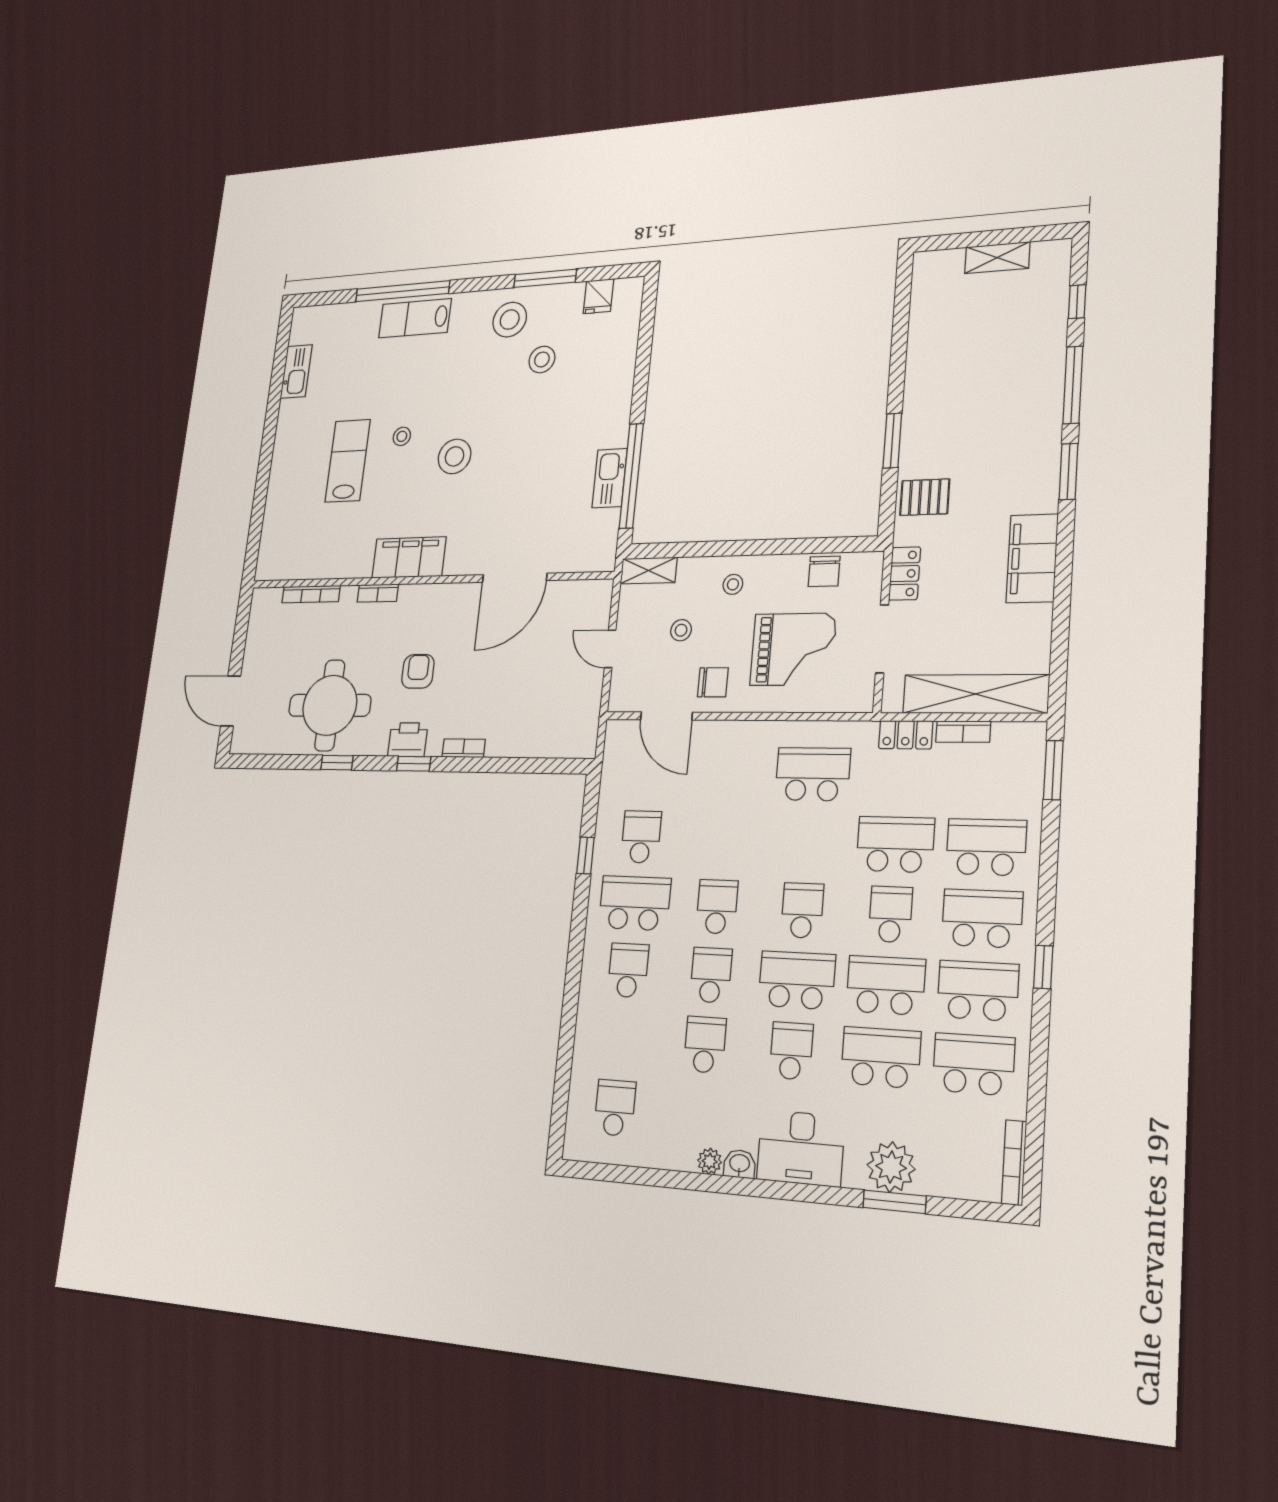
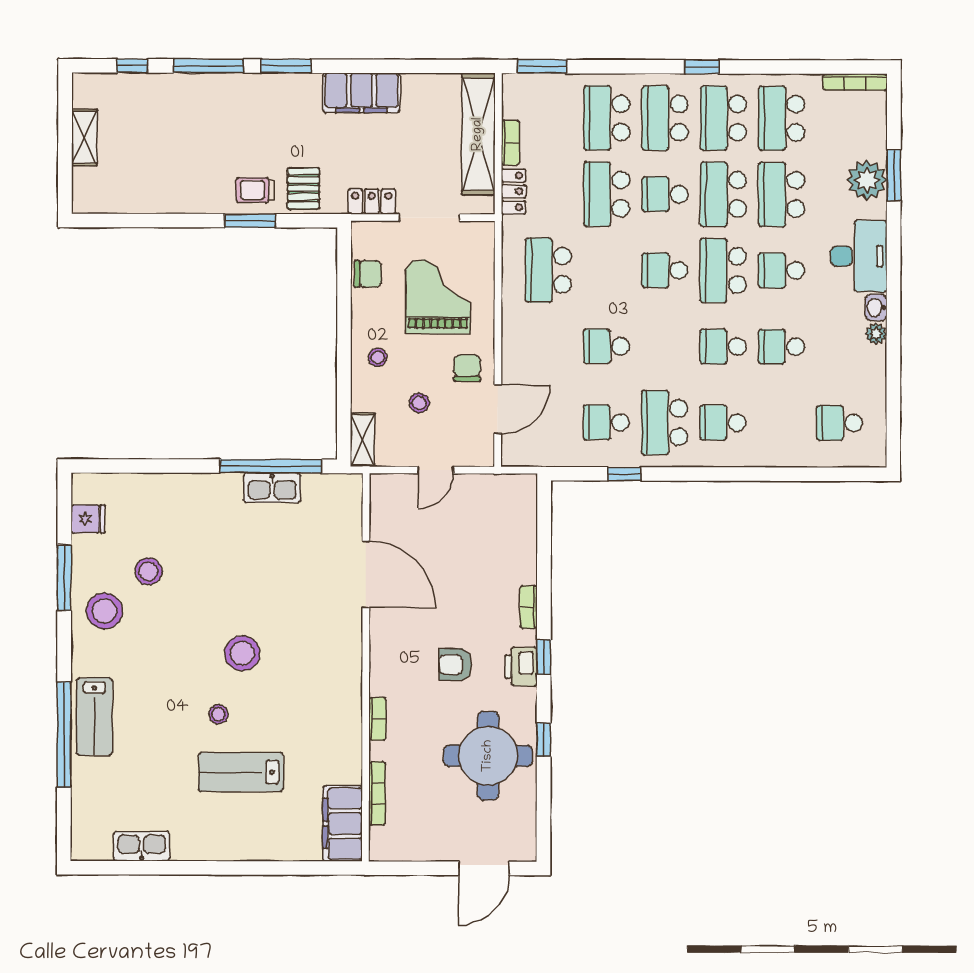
trolley: (926, 444) -> (255, 190), added
filing cabinet: (409, 558) -> (343, 824), moved
school desk: (717, 907) -> (606, 346), moved

